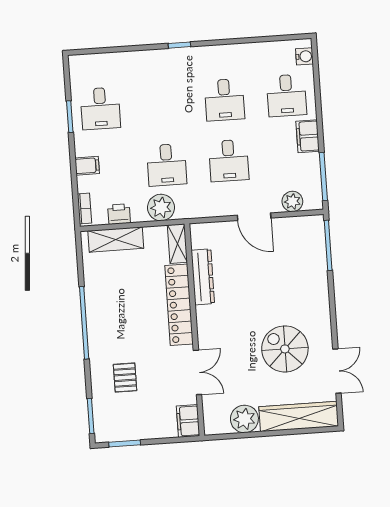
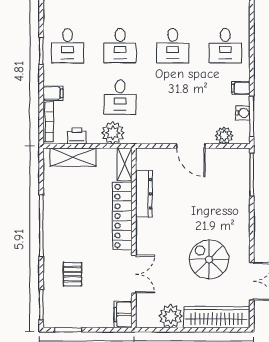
water cooler: (304, 56) -> (243, 113), moved
filing cabinet: (308, 136) -> (241, 88), width x0.50
desk: (229, 161) -> (120, 46), moved
bookcase: (84, 208) -> (48, 122), width x1.56

